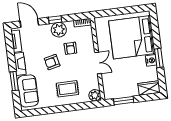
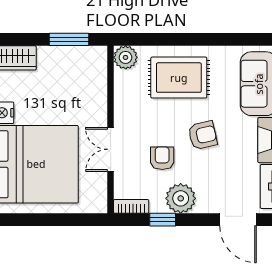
window: (55, 20) -> (163, 220), moved
double door: (98, 63) -> (111, 149), moved
rug: (67, 89) -> (179, 78), width x1.36, depth x1.43

